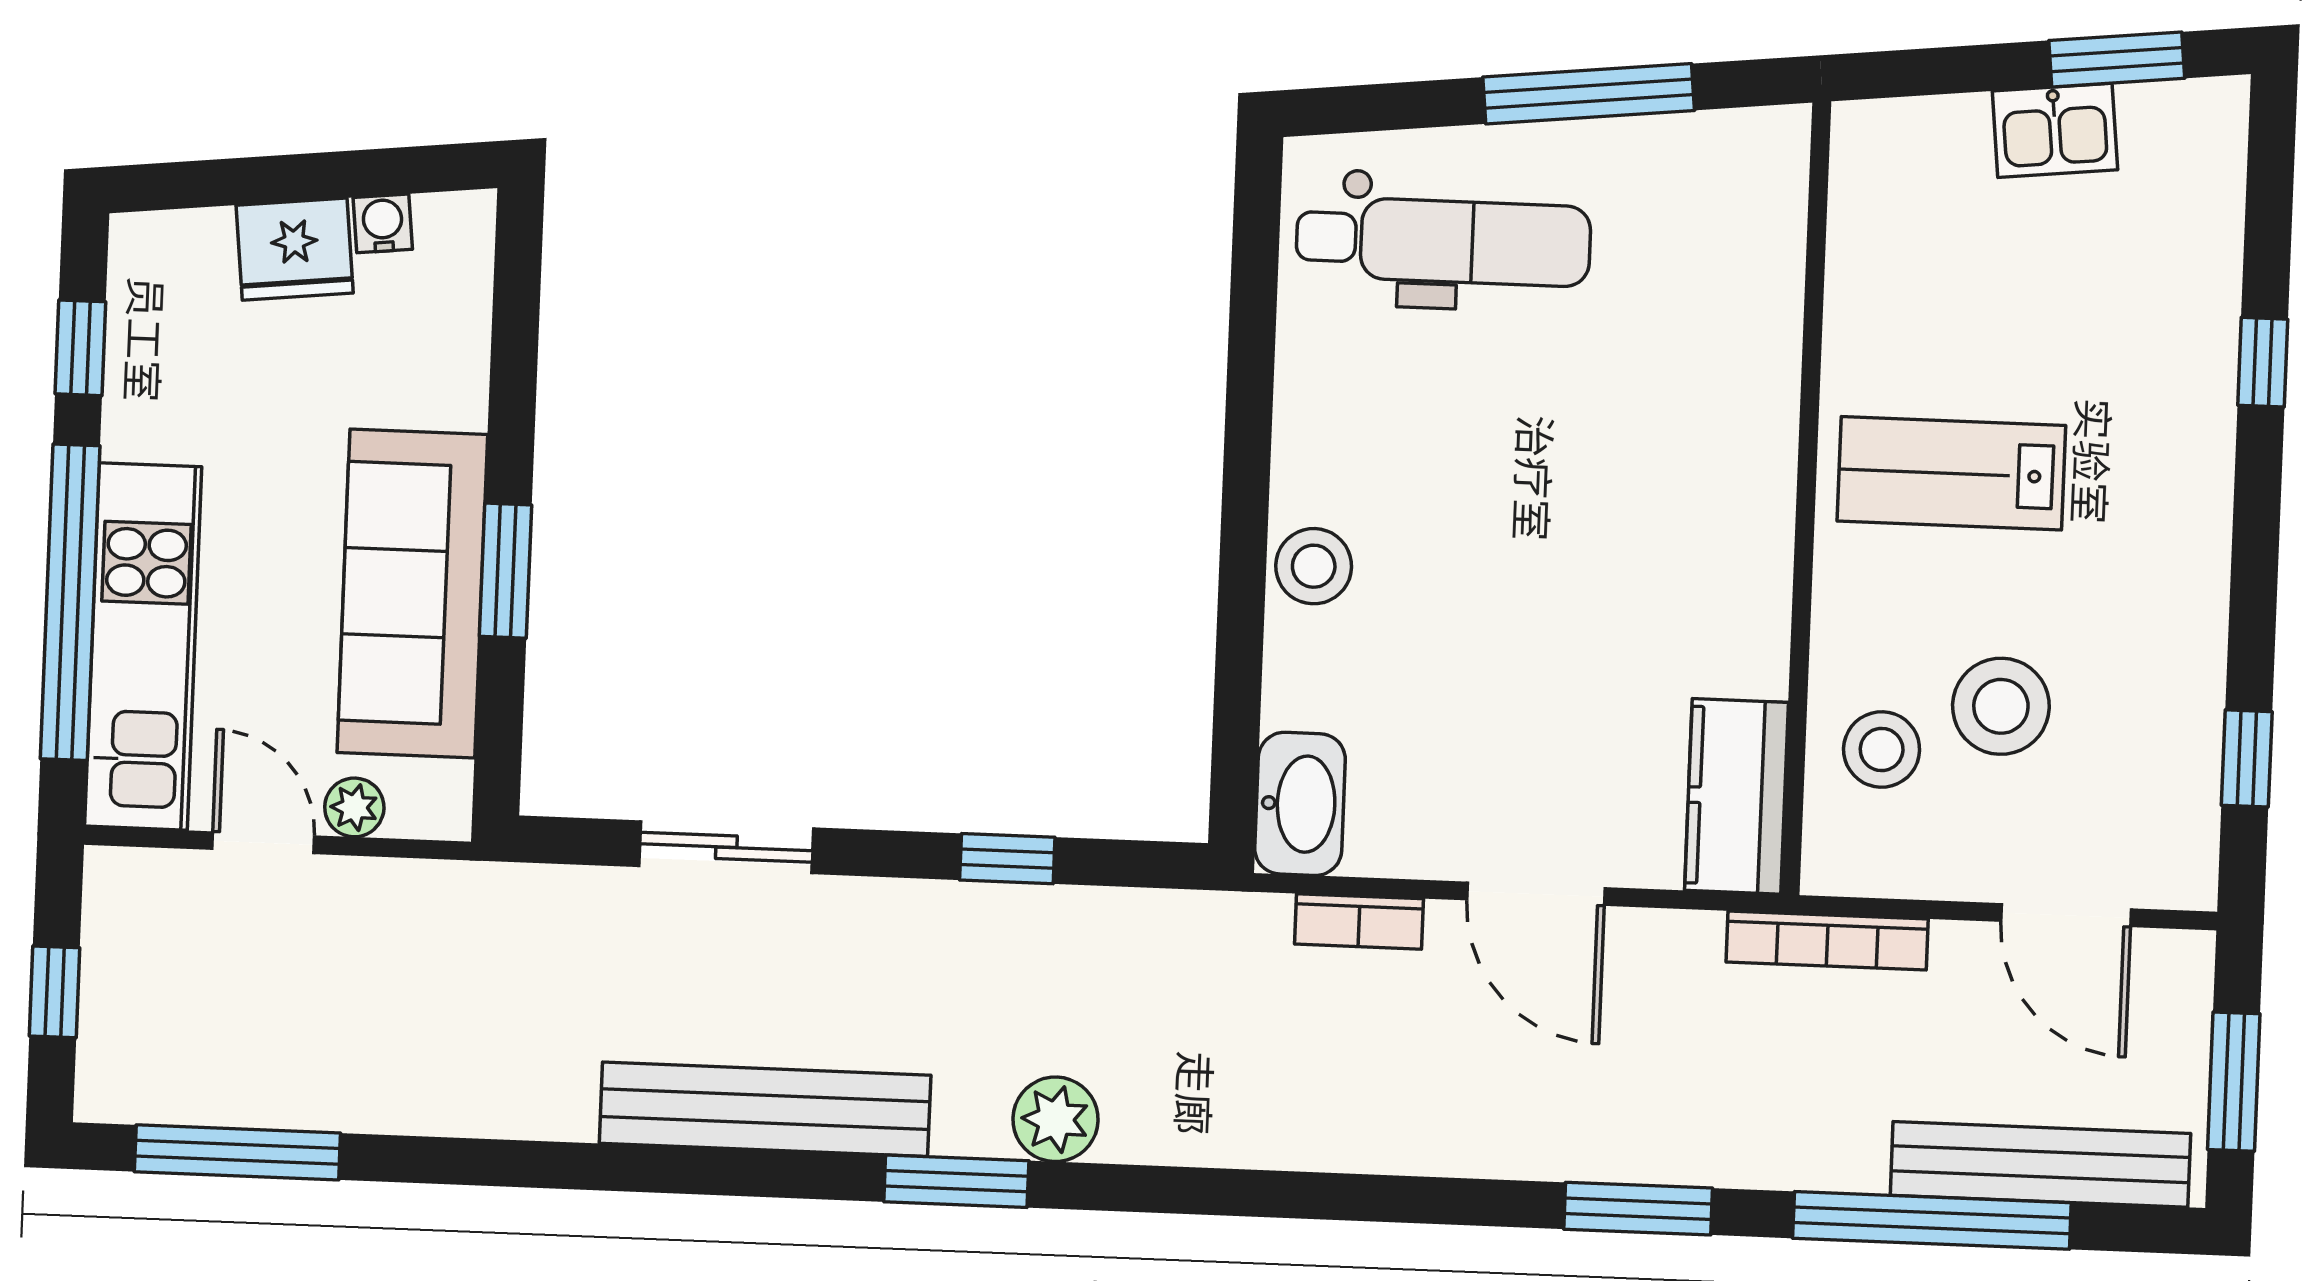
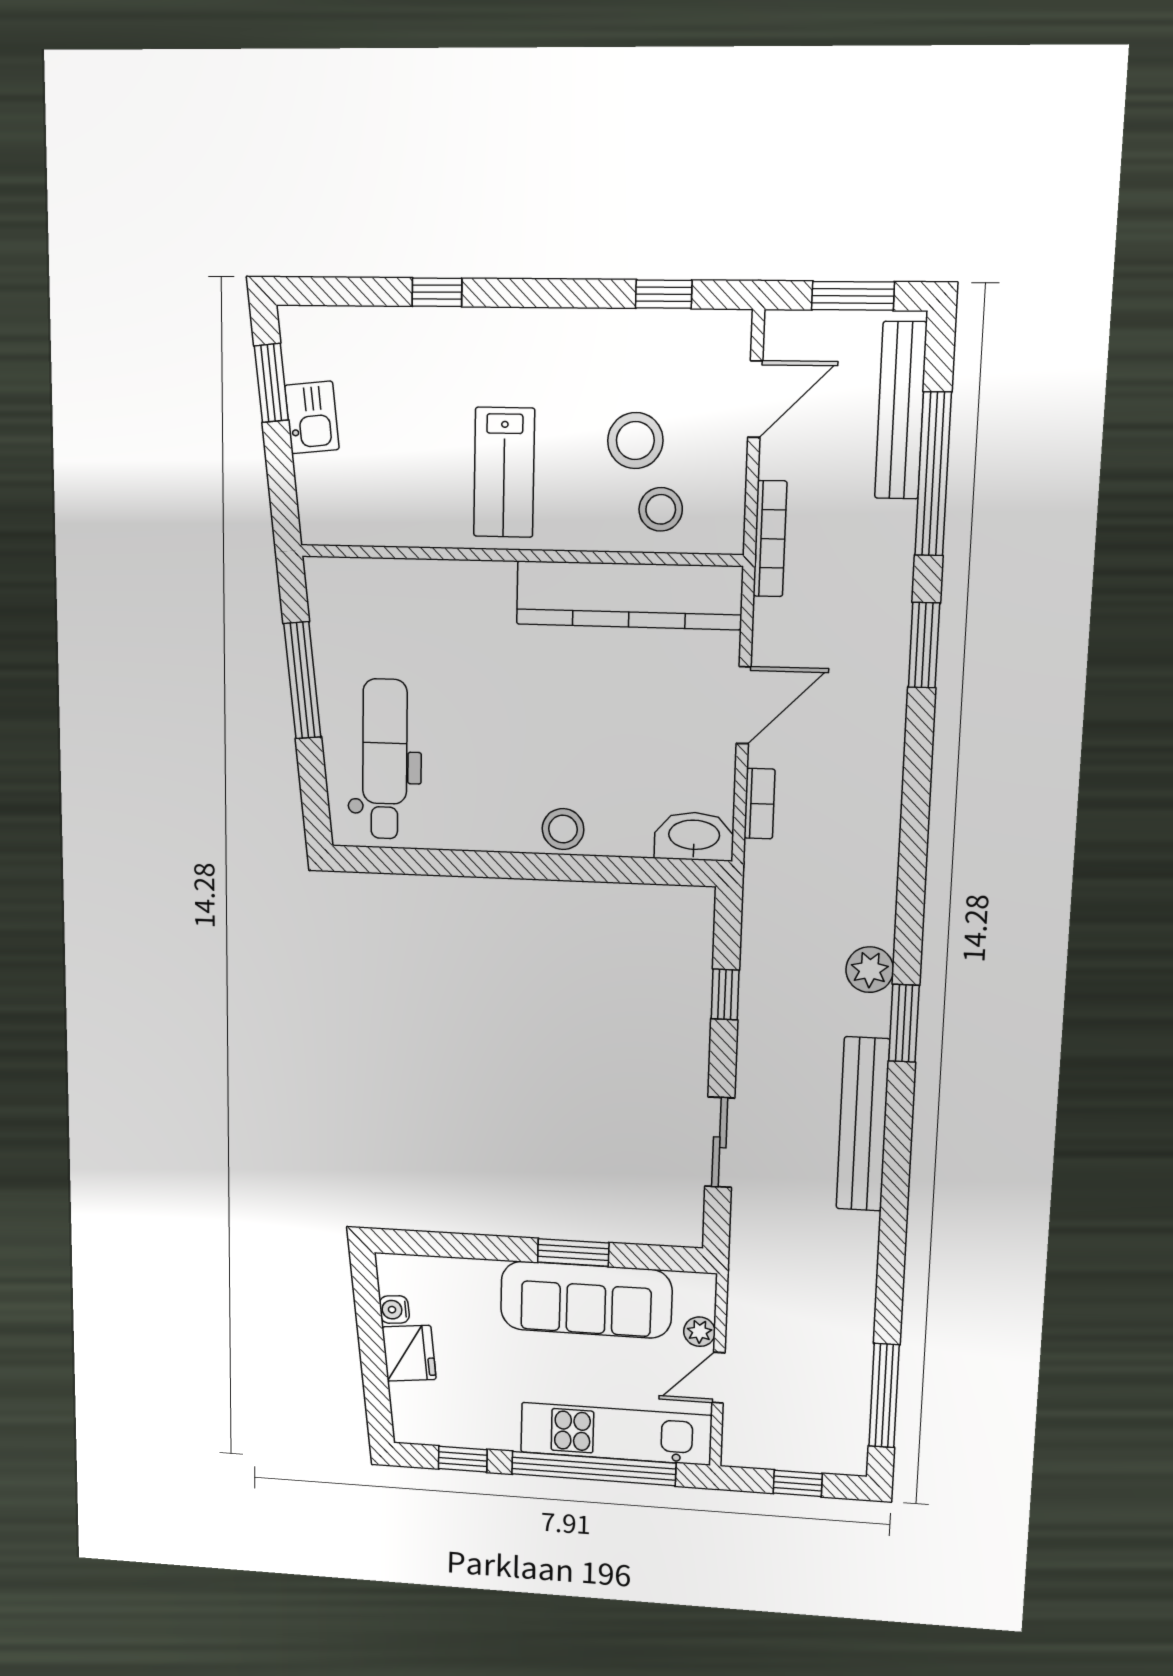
kitchen counter: (1737, 796) -> (629, 595), width x2.08, depth x1.17

